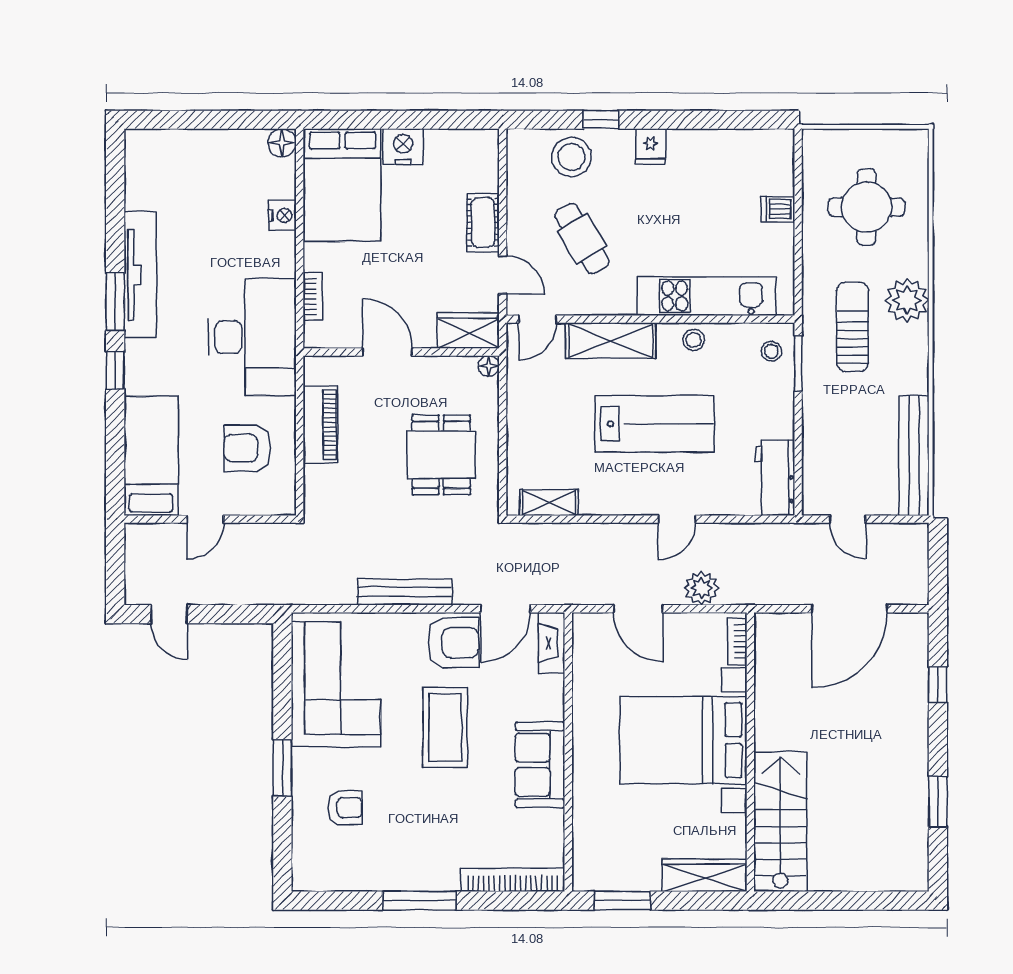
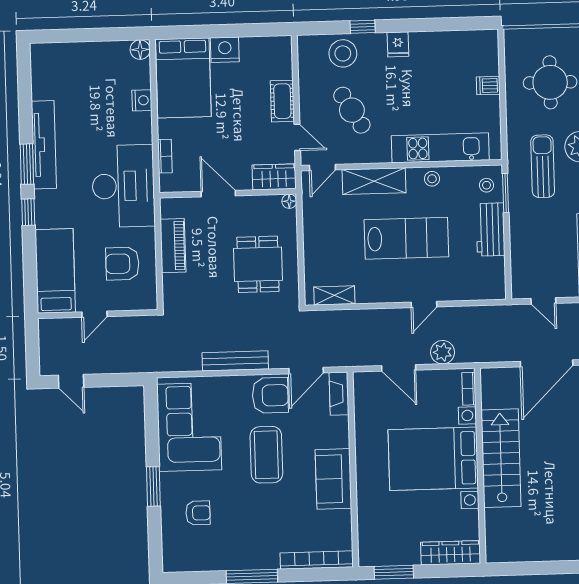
workbench: (775, 478) -> (490, 230), moved
stairs: (780, 822) -> (501, 458), moved

